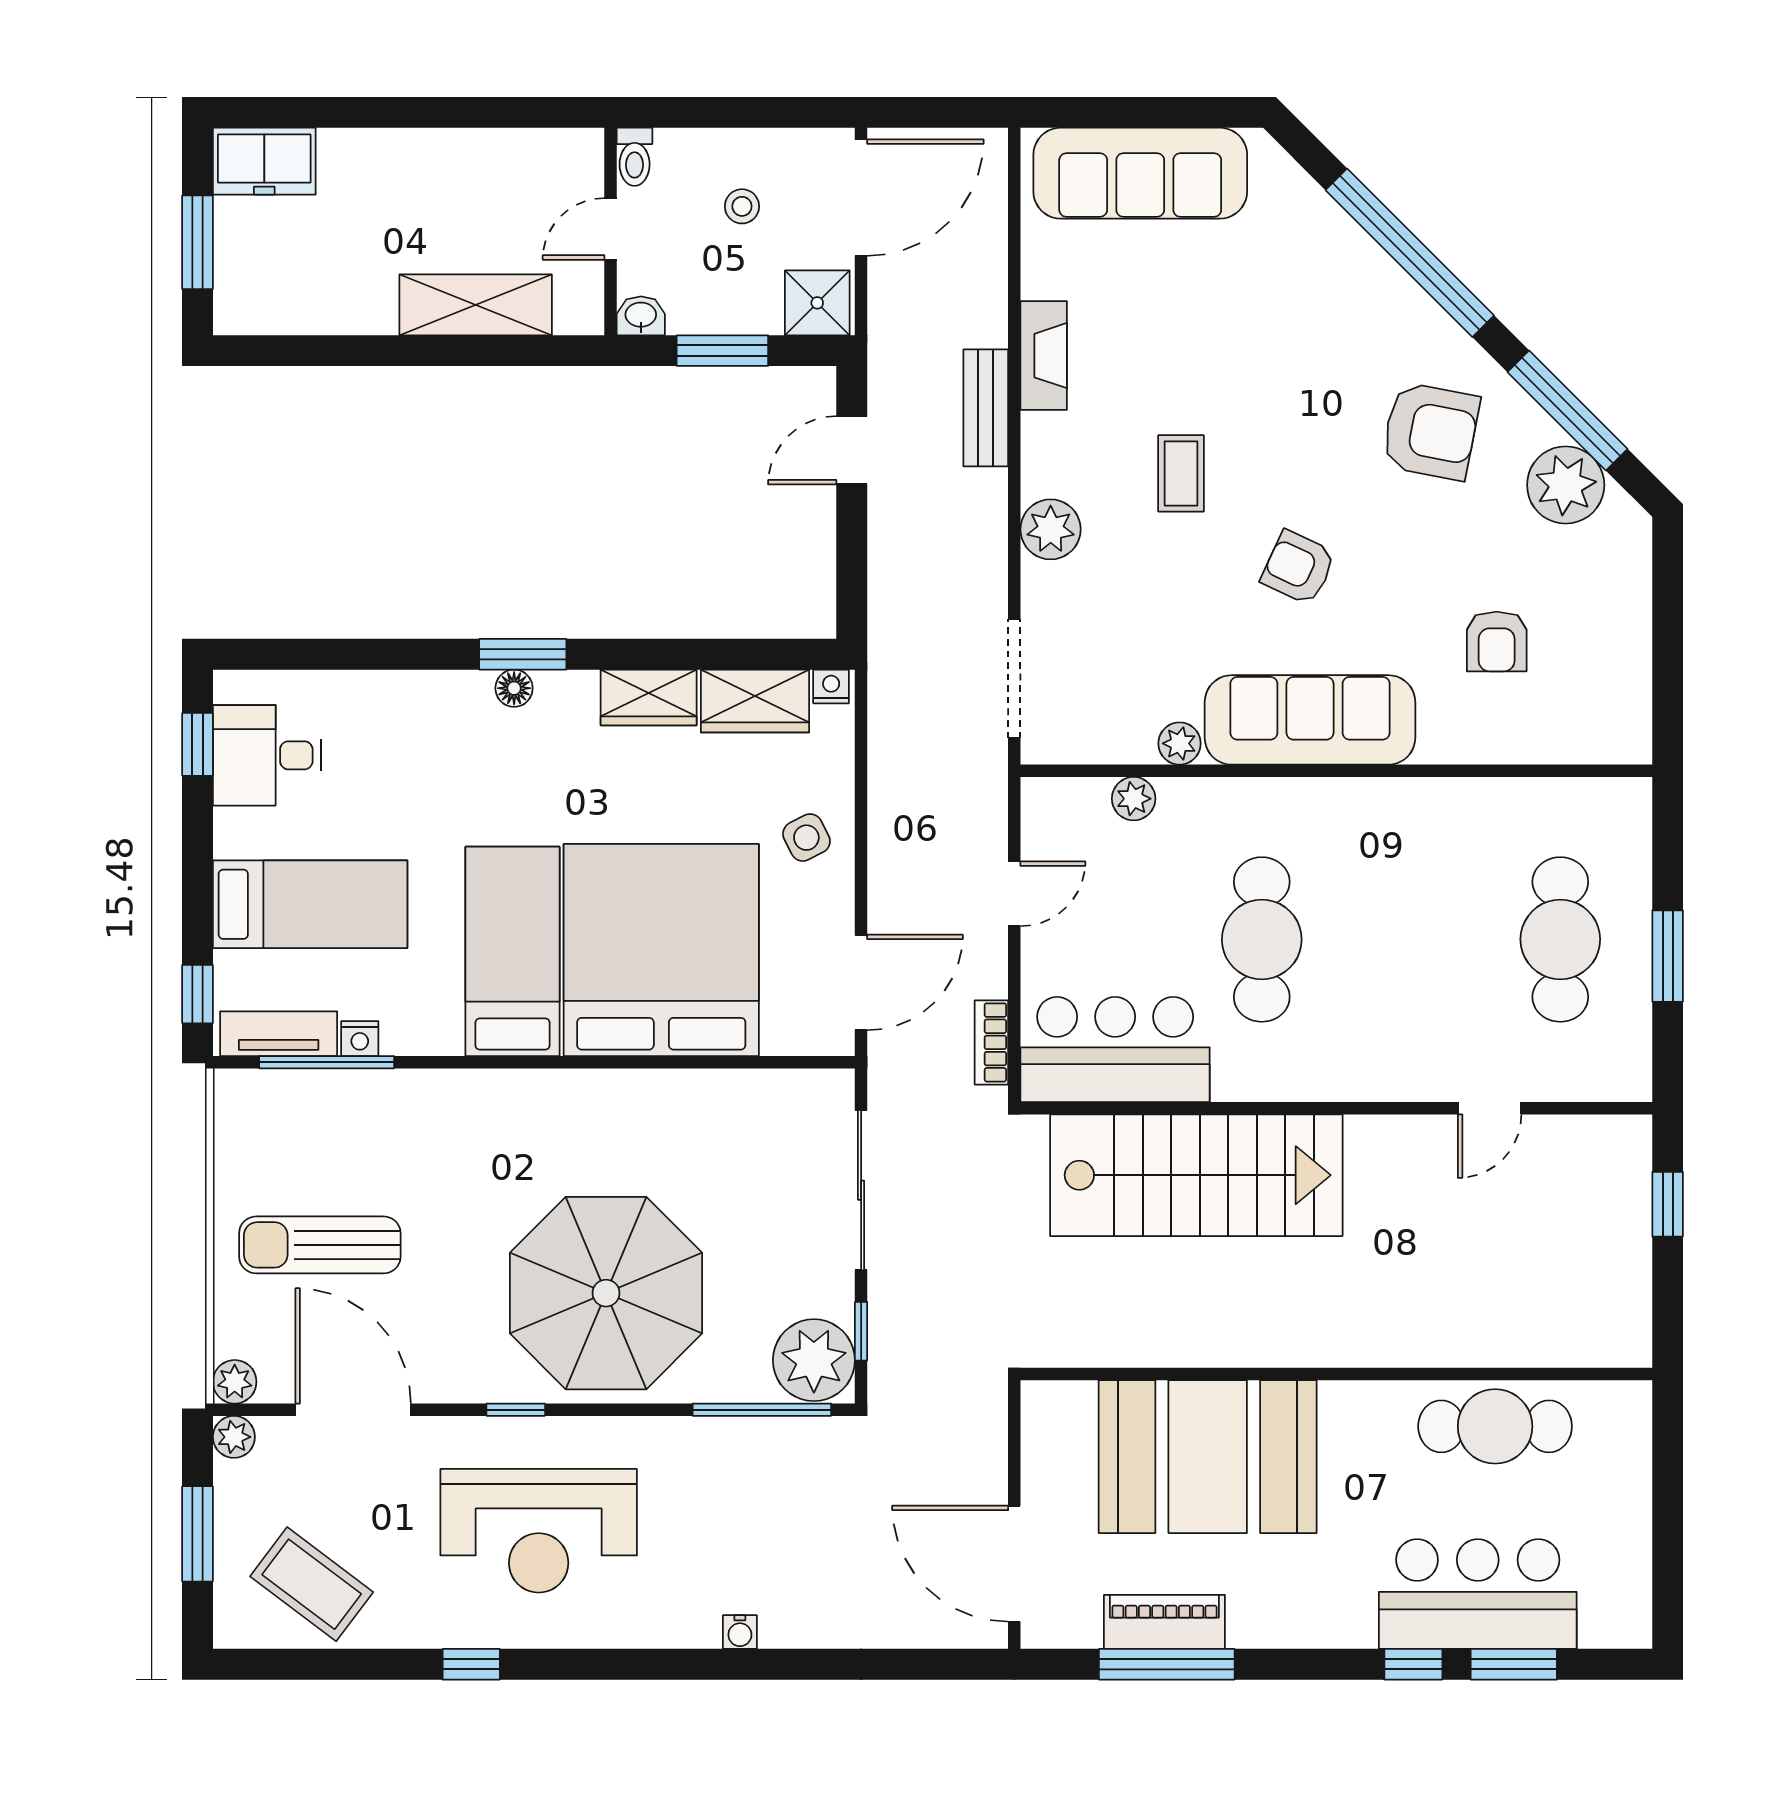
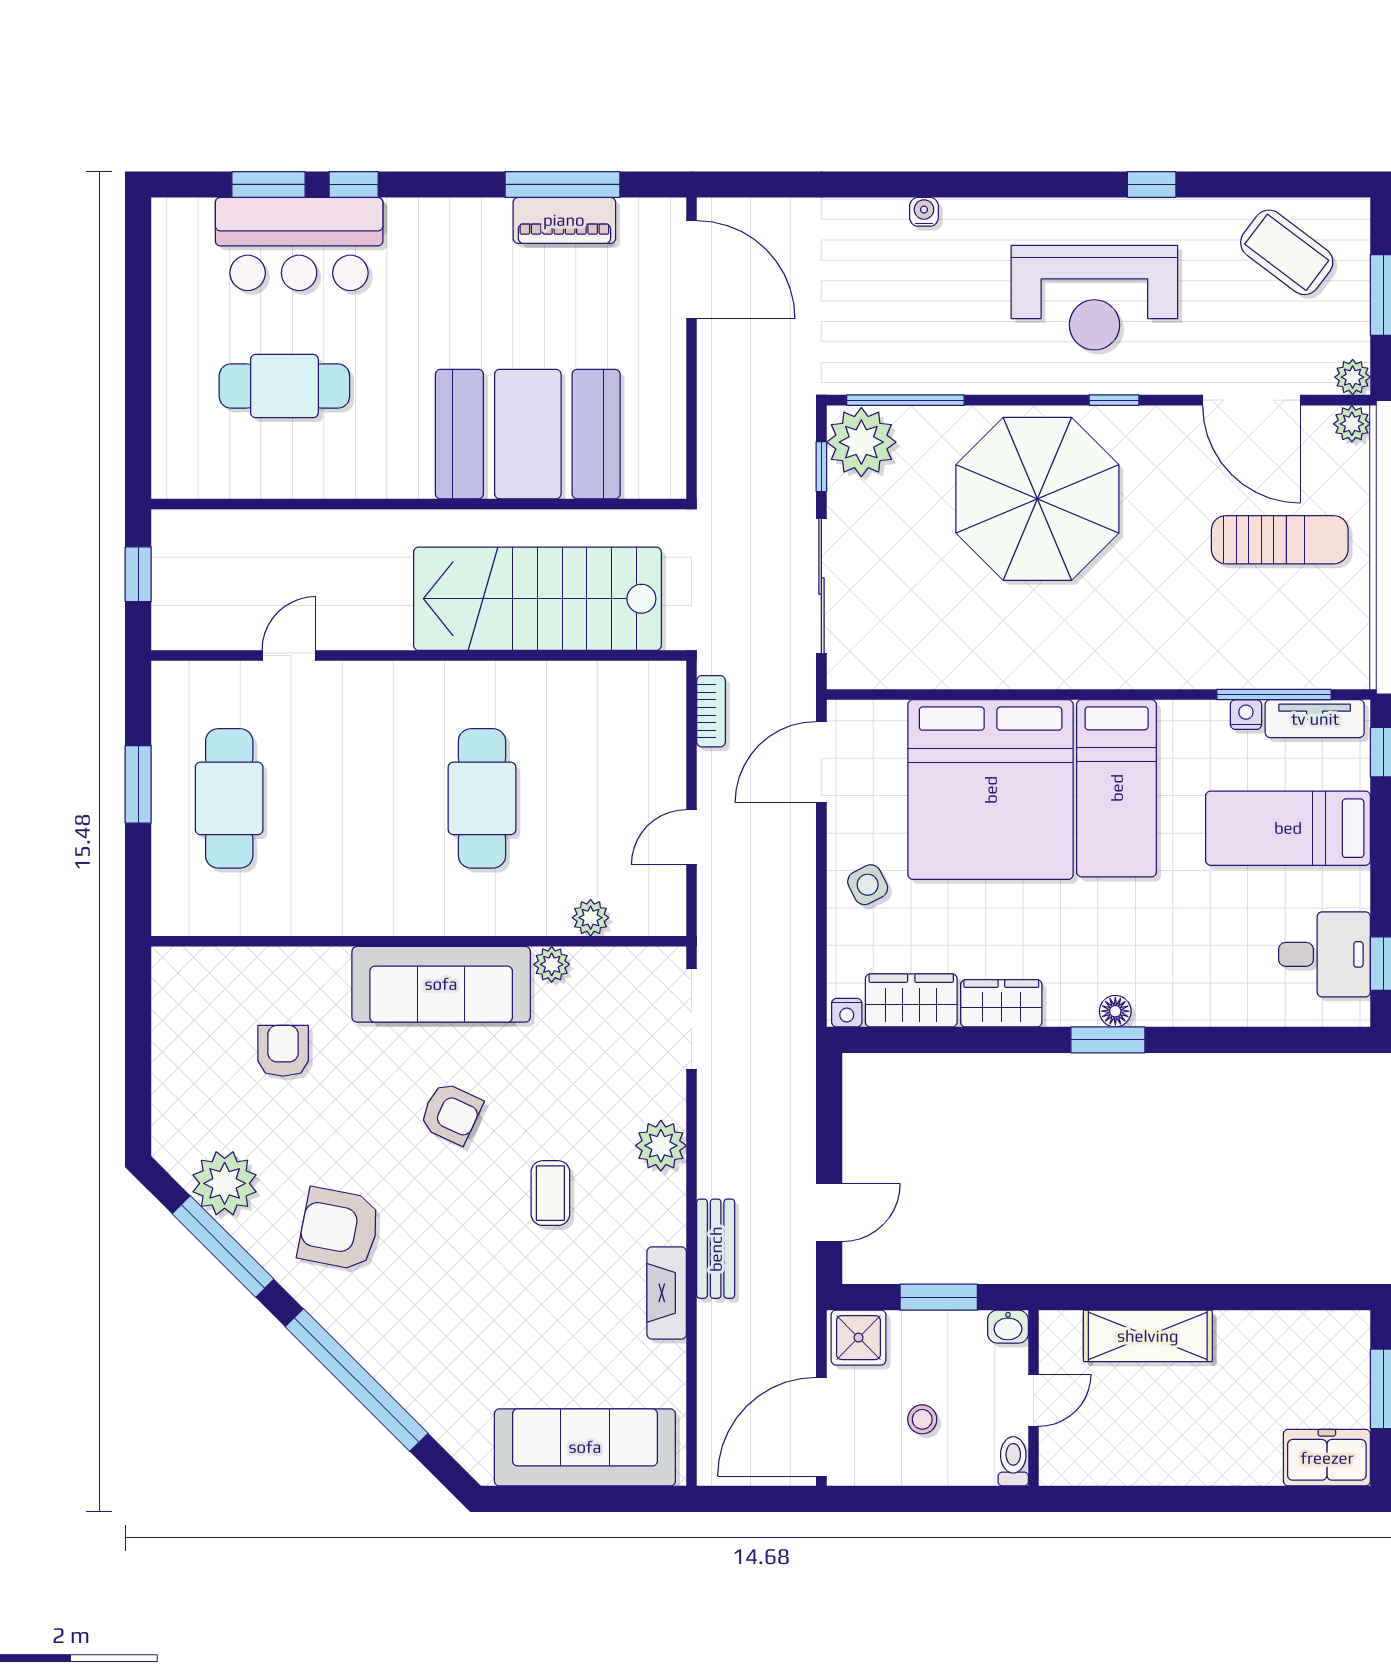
bar counter: (1115, 1049) -> (606, 705), removed
wall: (1336, 1374) -> (419, 504), moved
booth: (1208, 1457) -> (528, 434), moved
reception desk: (539, 1531) -> (1094, 298), turned 180

